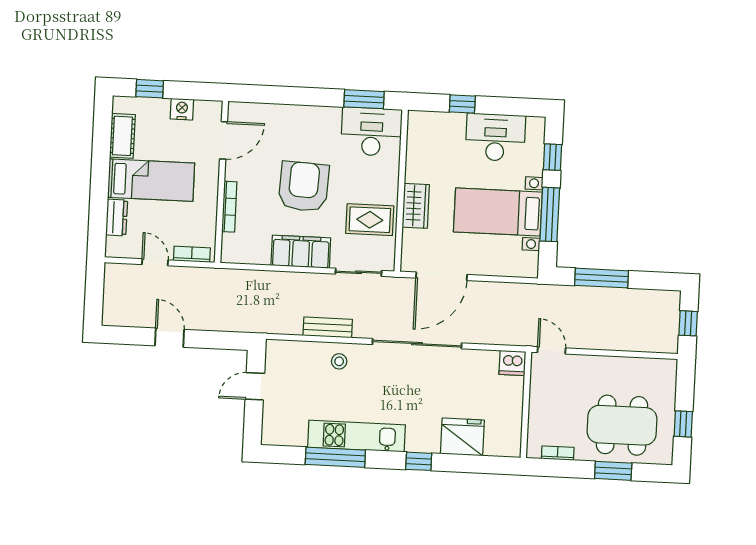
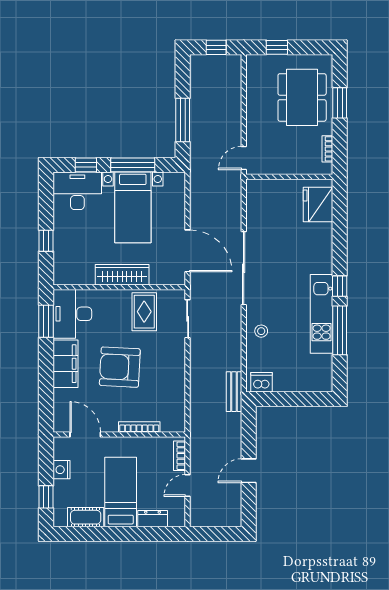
desk: (495, 137) -> (77, 191), moved, turned 90
wardrobe: (416, 206) -> (122, 275), width x1.50
filing cabinet: (301, 252) -> (65, 364), moved, turned 180
bench: (328, 327) -> (234, 392), moved
dishwasher: (512, 363) -> (261, 382), moved, turned -90
door: (255, 386) -> (285, 399), removed
window: (683, 424) -> (277, 47), moved
fridge: (462, 437) -> (318, 204), moved
window: (419, 461) -> (340, 286), moved

